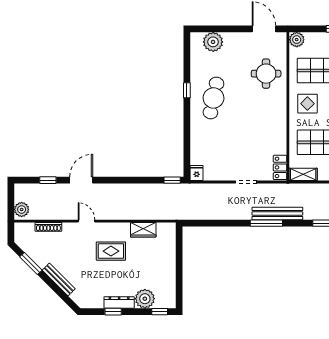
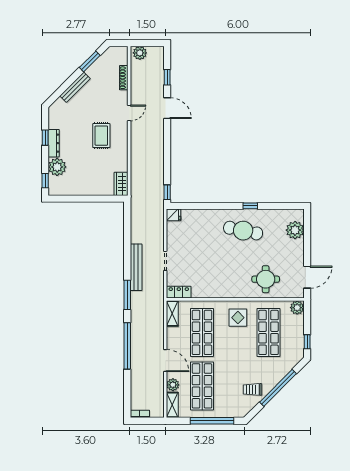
bench: (277, 214) -> (136, 267), moved
window: (266, 223) -> (127, 295), moved
wardrobe: (143, 230) -> (121, 184), moved

